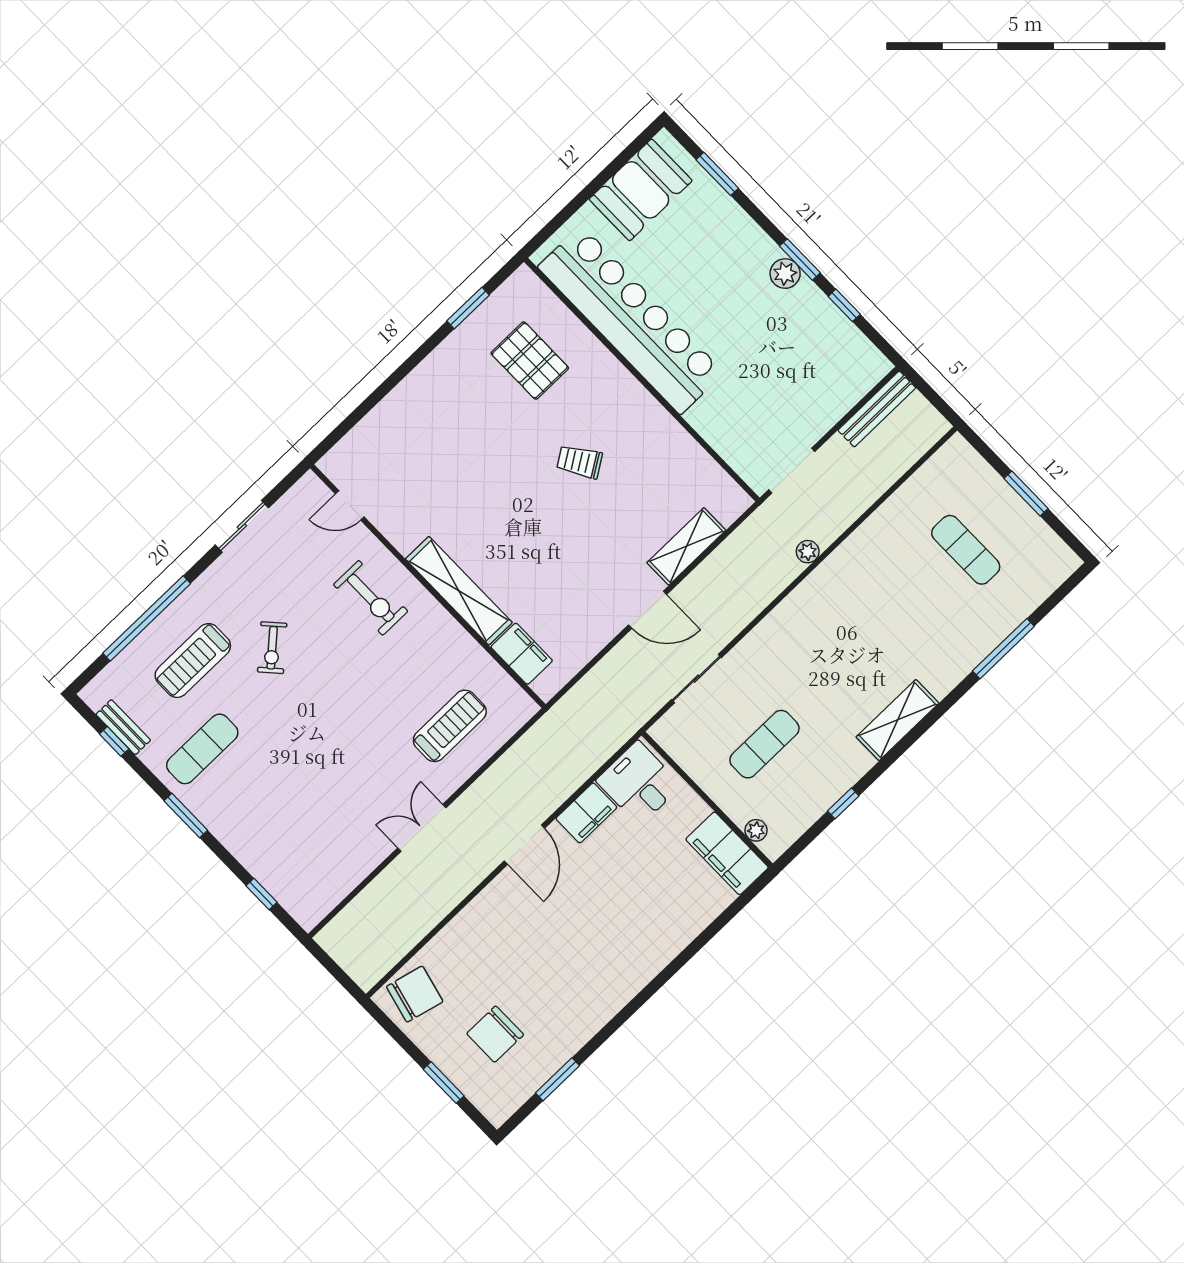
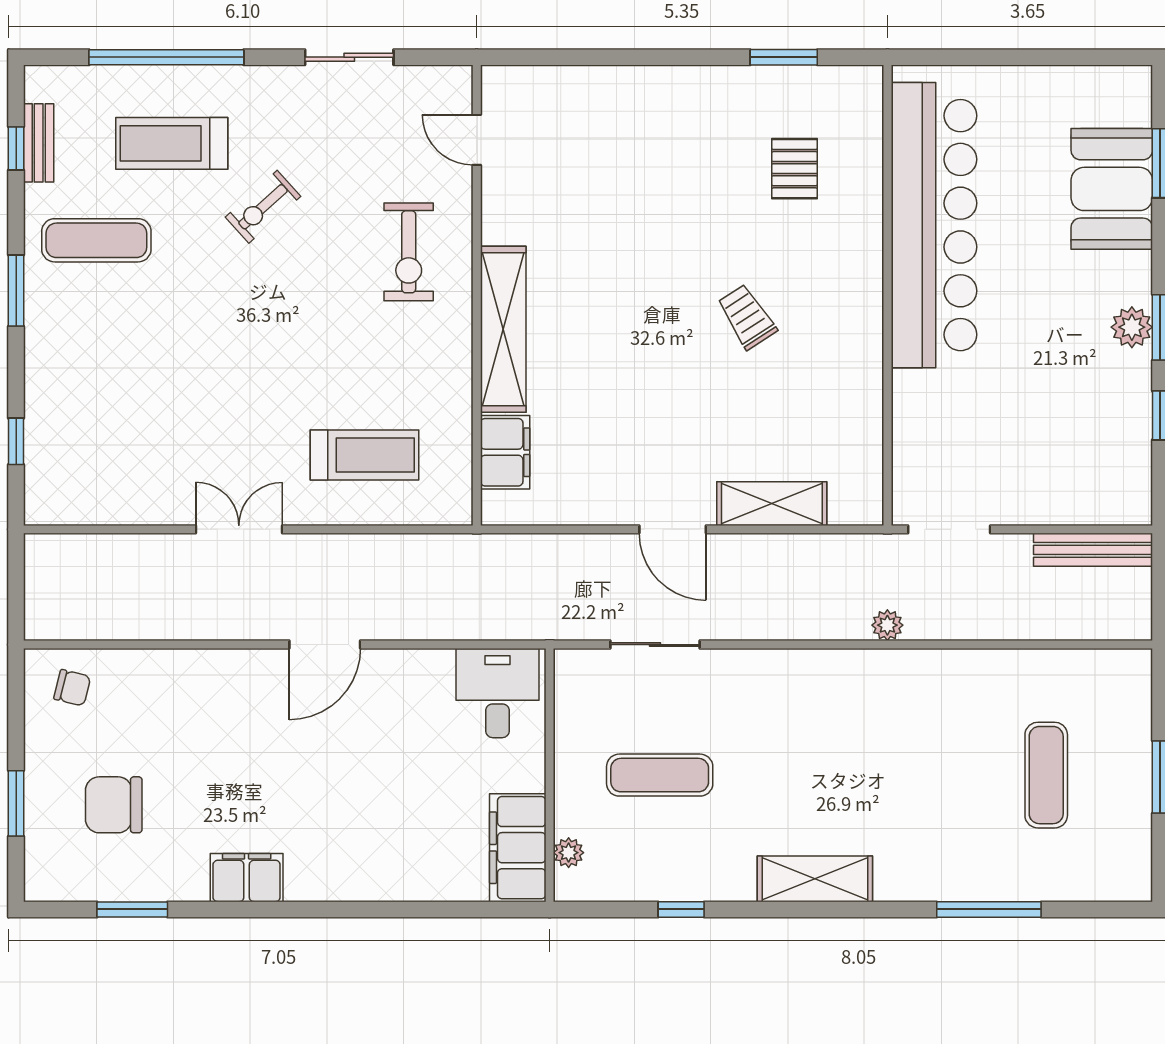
booth: (641, 190) -> (1112, 189), moved, turned 90
pallet: (530, 361) -> (795, 169), width x0.67, depth x0.71
filing cabinet: (586, 813) -> (247, 878), moved, turned 180
chair: (415, 994) -> (72, 688), width x0.54, depth x0.54

